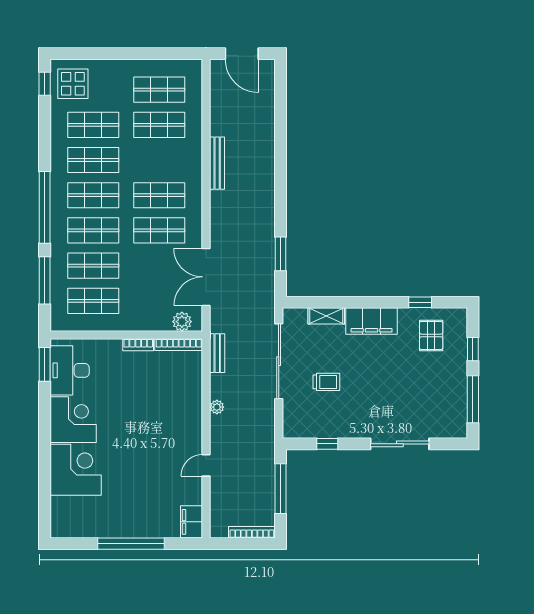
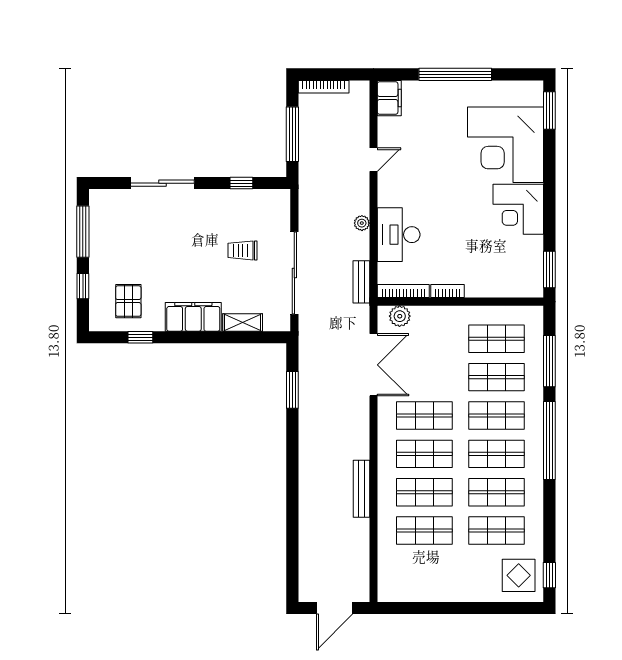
door: (242, 54) -> (335, 608), swing flipped
shop shelf: (159, 90) -> (424, 492), moved
desk: (70, 370) -> (399, 235), moved, turned 180
corner desk: (76, 470) -> (506, 145), width x1.36, depth x1.36
window: (45, 510) -> (549, 110), added

